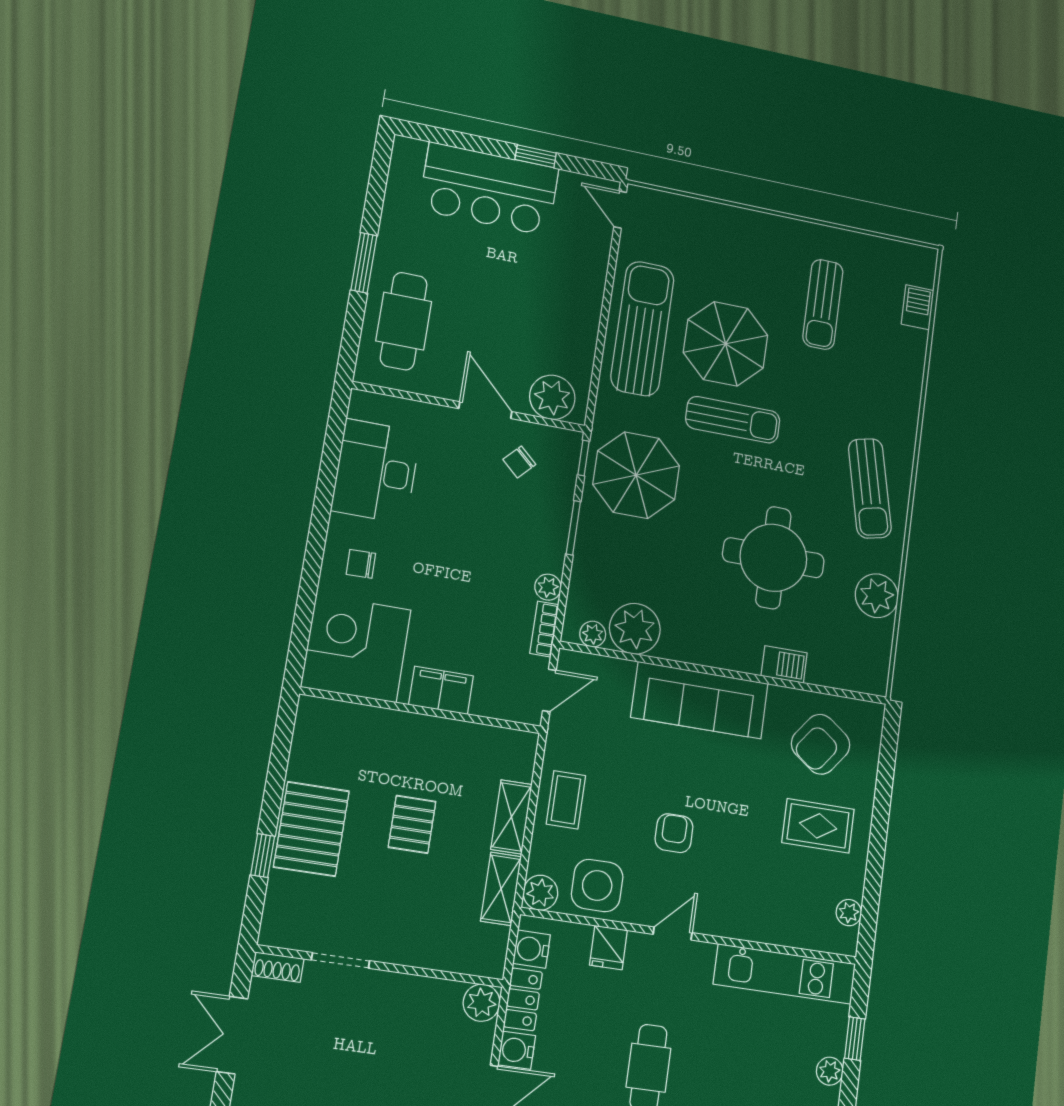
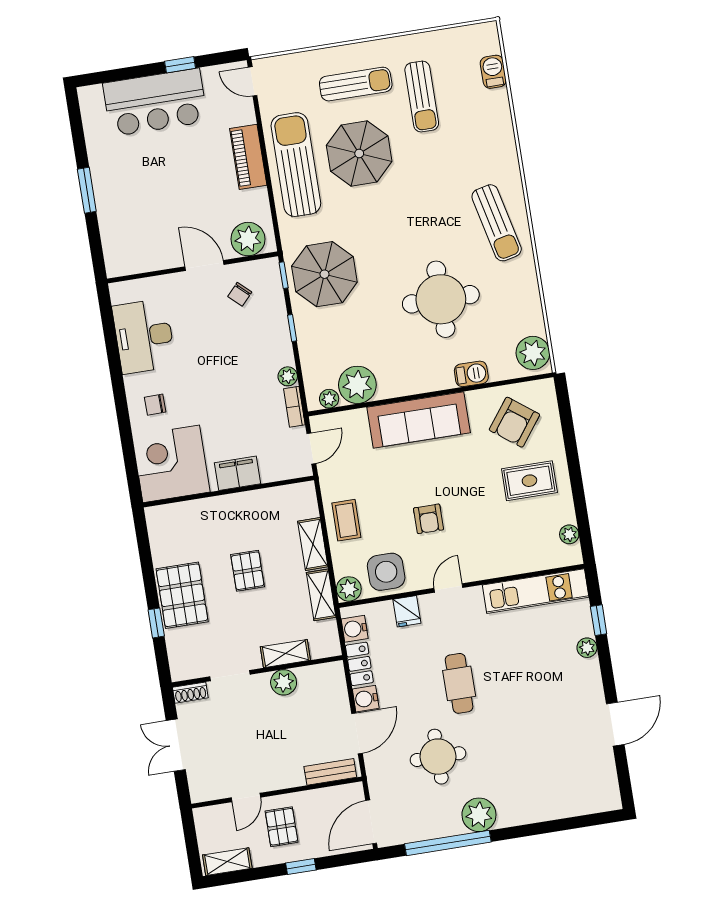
piano: (585, 297) -> (248, 157), added
cafe table: (404, 321) -> (128, 222), removed
sun lounger: (733, 420) -> (356, 84), moved
window: (573, 528) -> (292, 328), width x0.67
plant: (877, 596) -> (533, 353), moved
armchair: (674, 833) -> (429, 519), turned 180
shelving: (427, 954) -> (285, 654), added
plant: (482, 1003) -> (284, 682), moved

